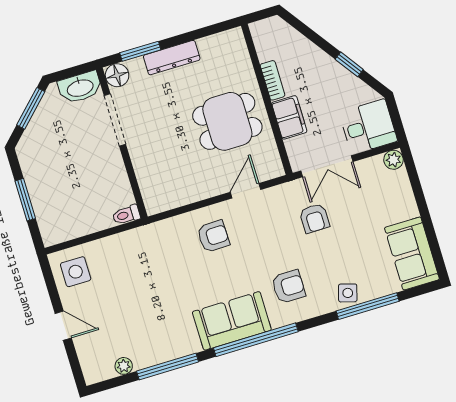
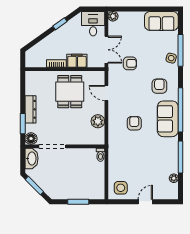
plant: (188, 191) -> (98, 121), added
armchair: (213, 236) -> (134, 123), moved

